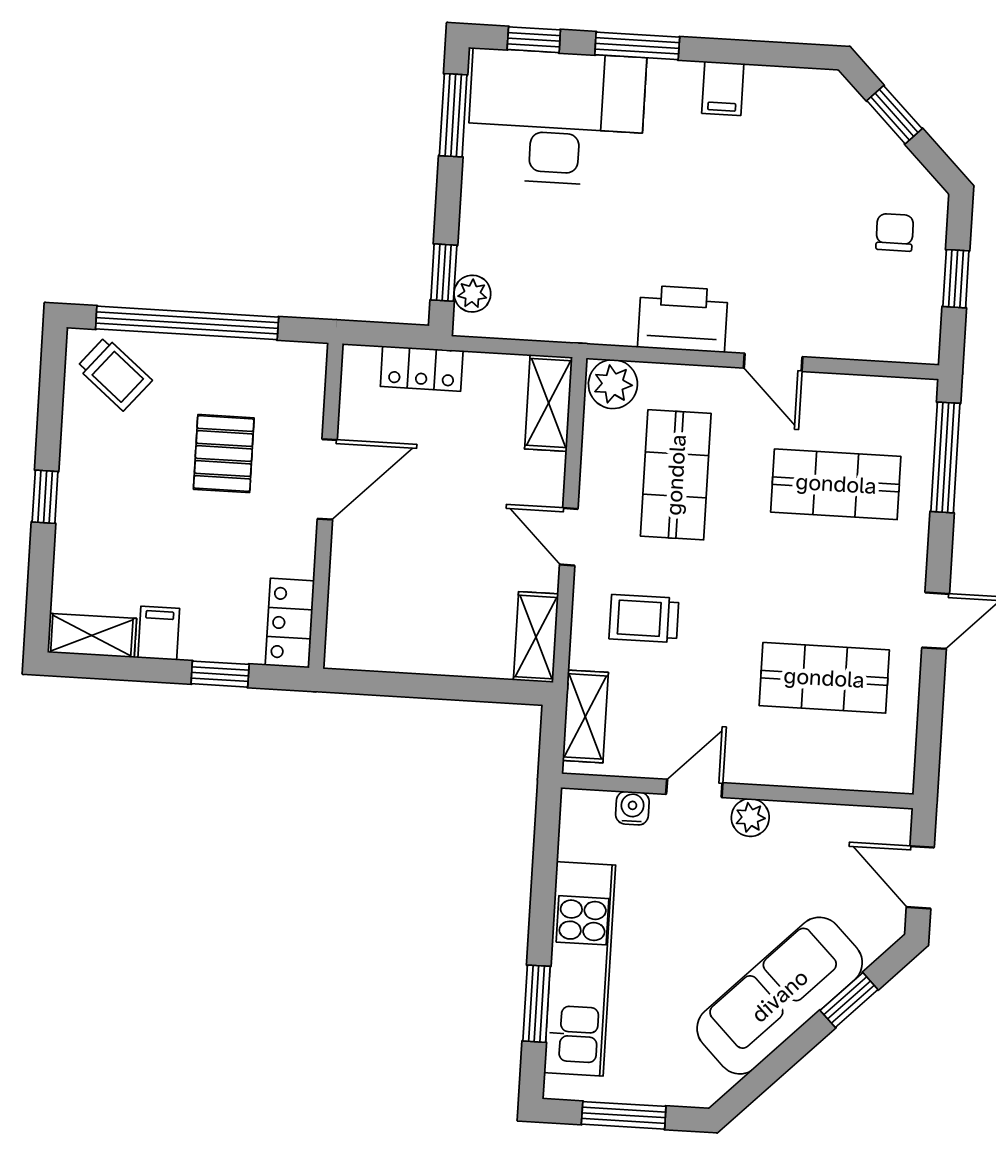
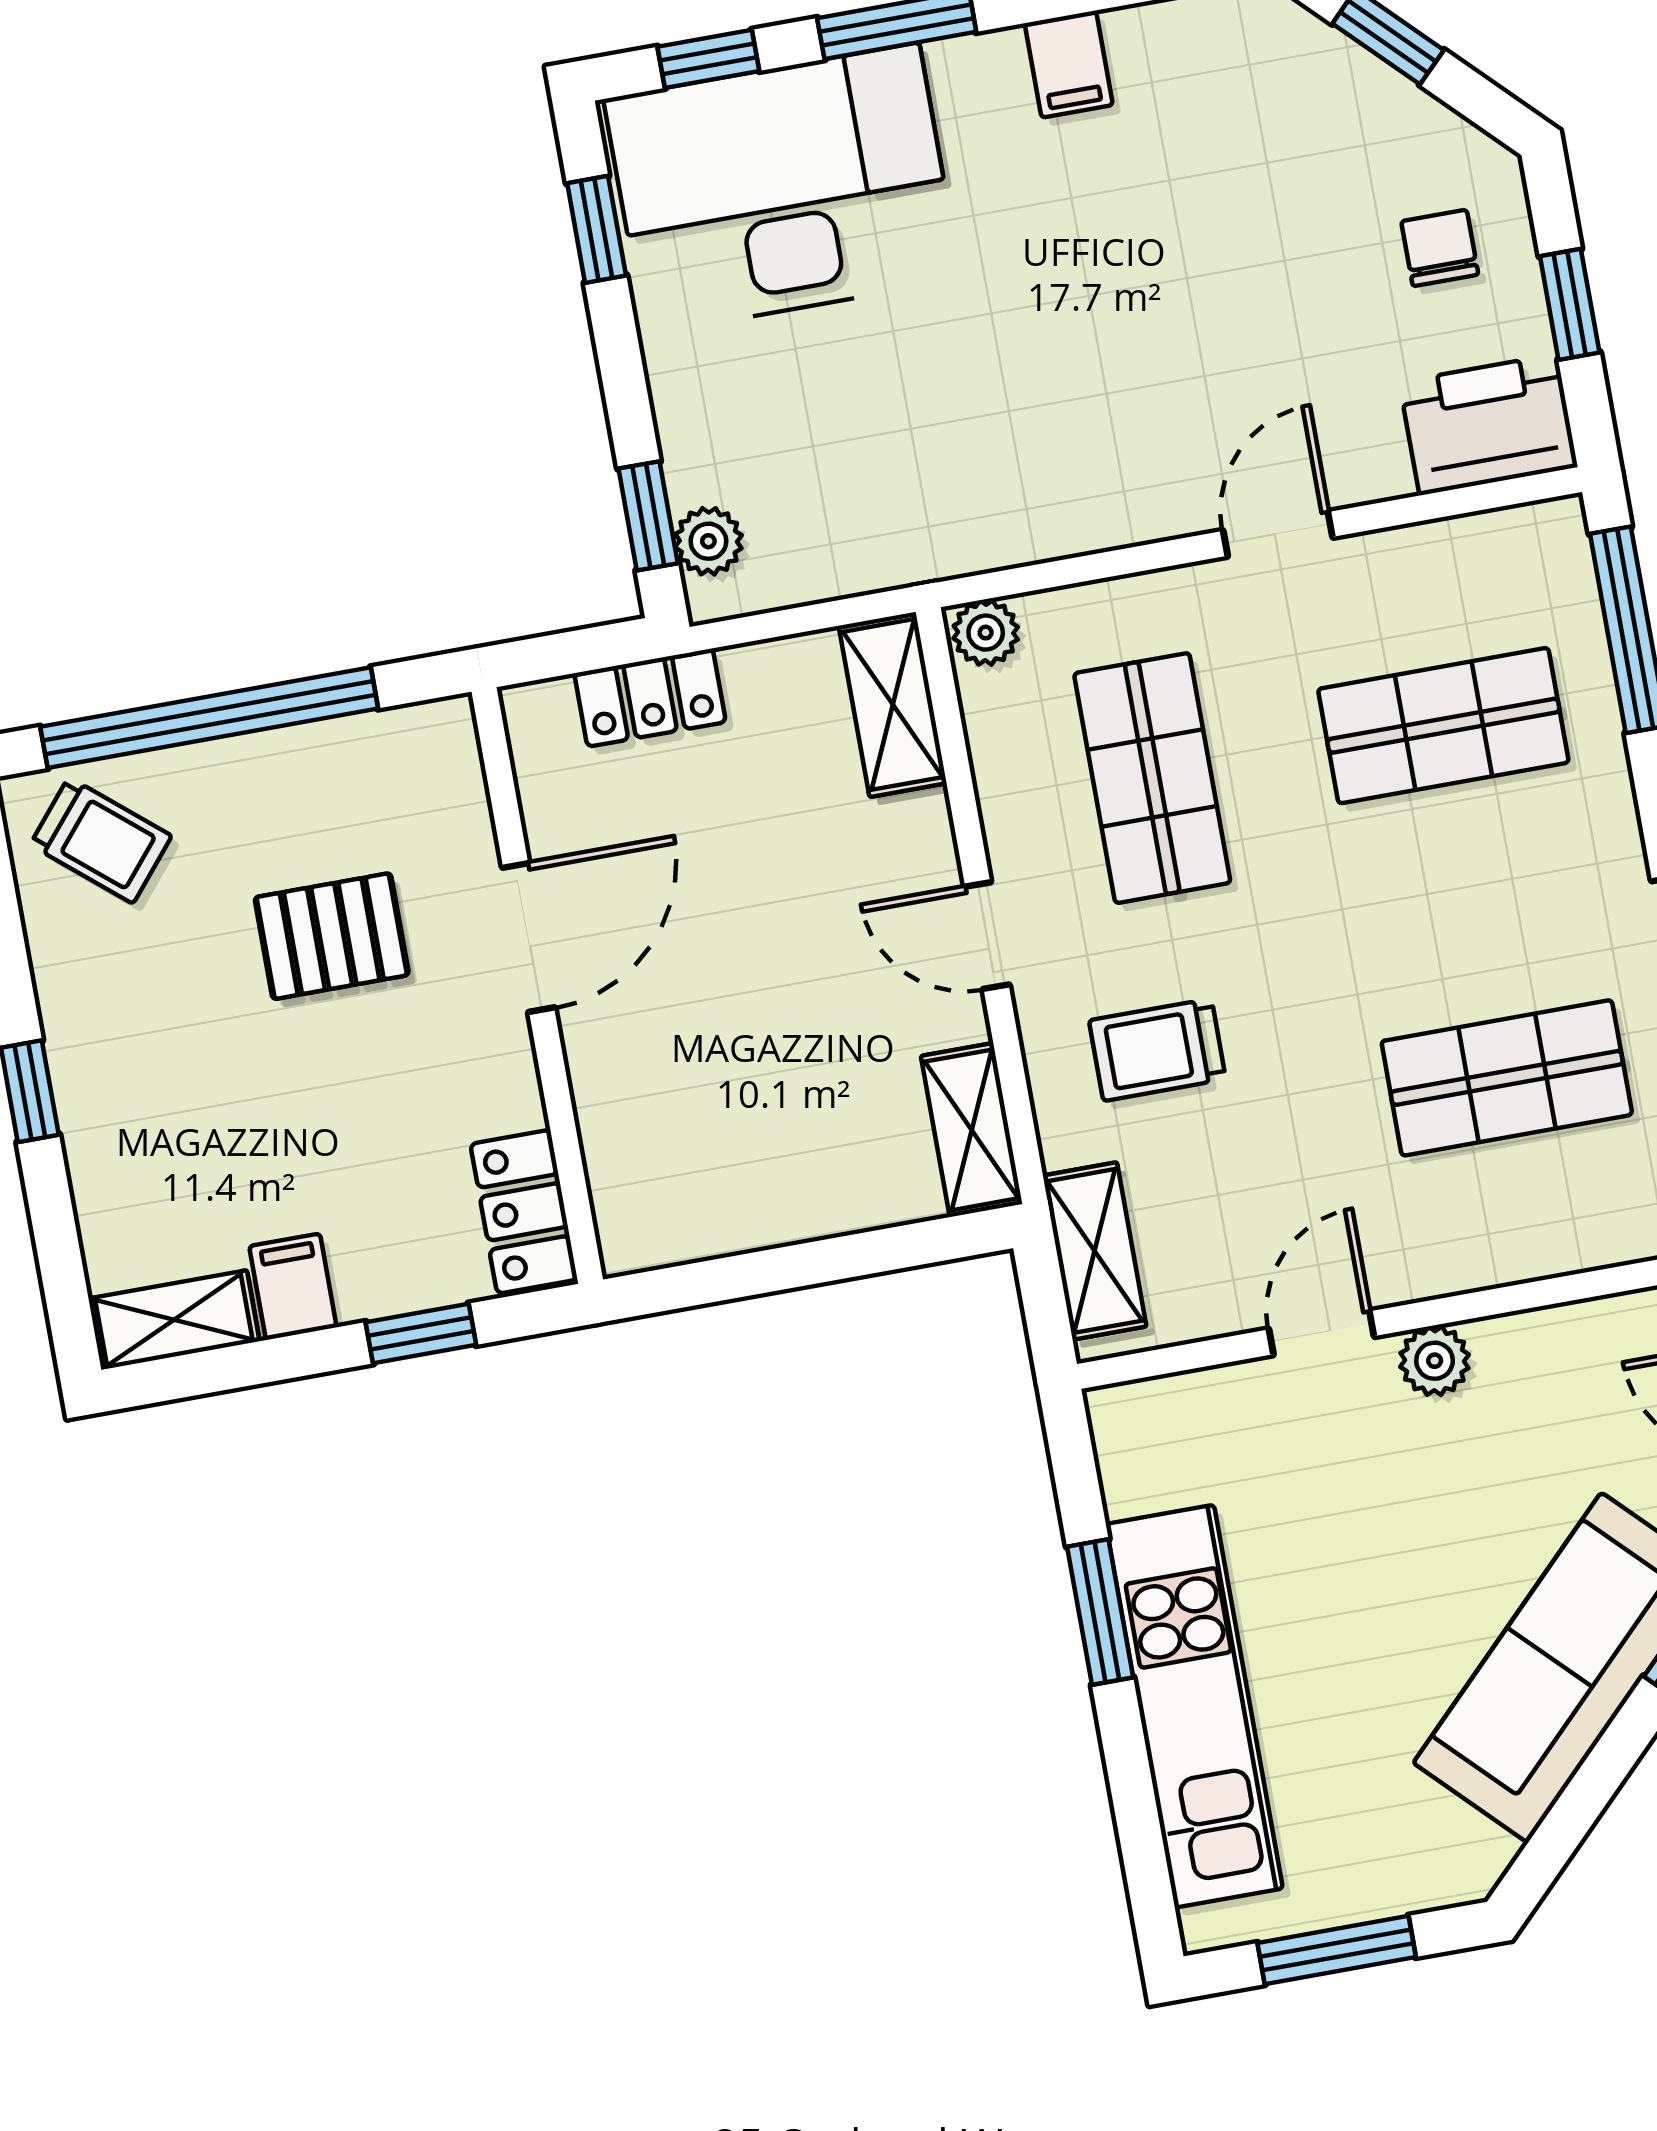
window: (453, 115) -> (597, 229), width x0.67
printer: (683, 319) -> (1488, 425), moved
door: (773, 362) -> (1278, 534), swing flipped
plant: (613, 384) -> (986, 633), width x0.73, depth x0.73
pallet: (224, 454) -> (332, 936), turned 90
water cooler: (632, 808) -> (1219, 1395), removed
window: (536, 1004) -> (1100, 1612), moved

